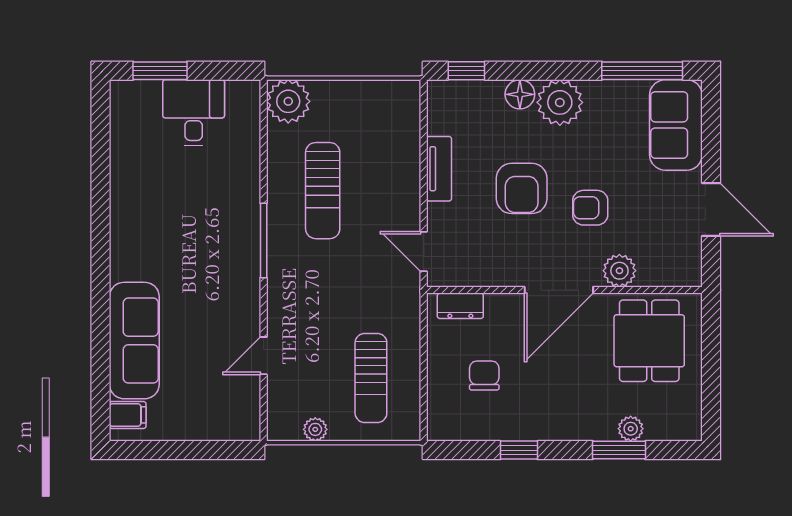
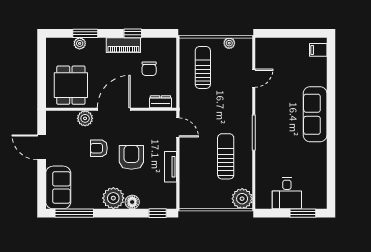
armchair: (590, 208) -> (99, 148), turned 180
sofa: (134, 341) -> (315, 114), moved
piano: (538, 425) -> (123, 45), added

